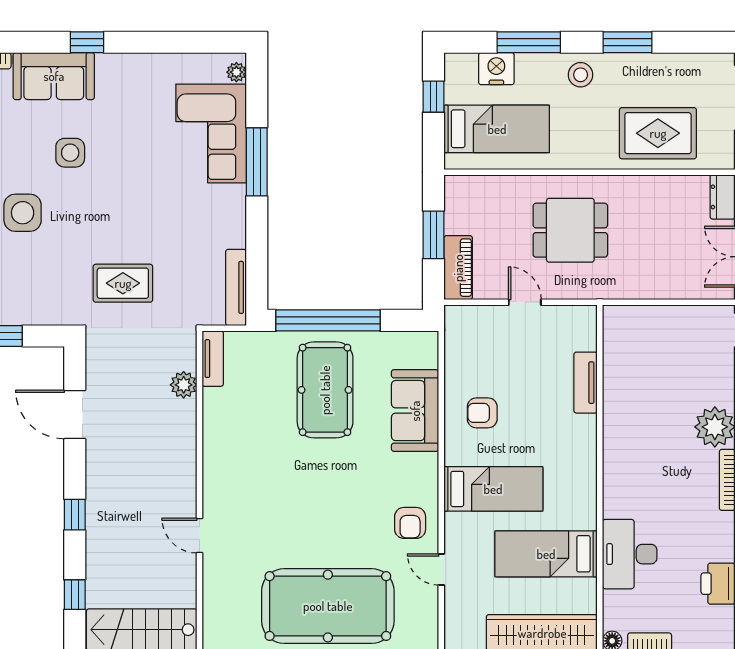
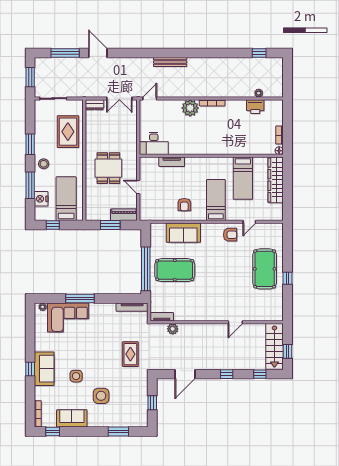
sofa: (54, 76) -> (44, 369), moved
door: (525, 302) -> (138, 187), hinge flipped
desk: (630, 554) -> (154, 143), moved
pool table: (328, 606) -> (265, 269), width x0.73, depth x0.76

